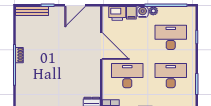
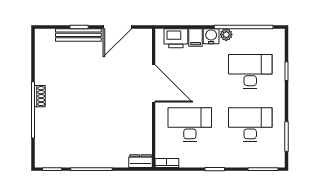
bench: (32, 11) -> (78, 35), moved

